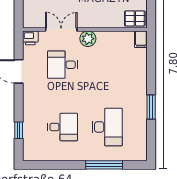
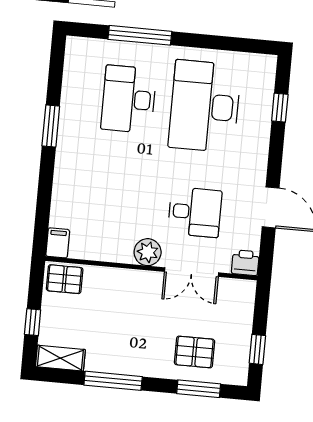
desk: (63, 127) -> (205, 106), width x1.87, depth x1.30

